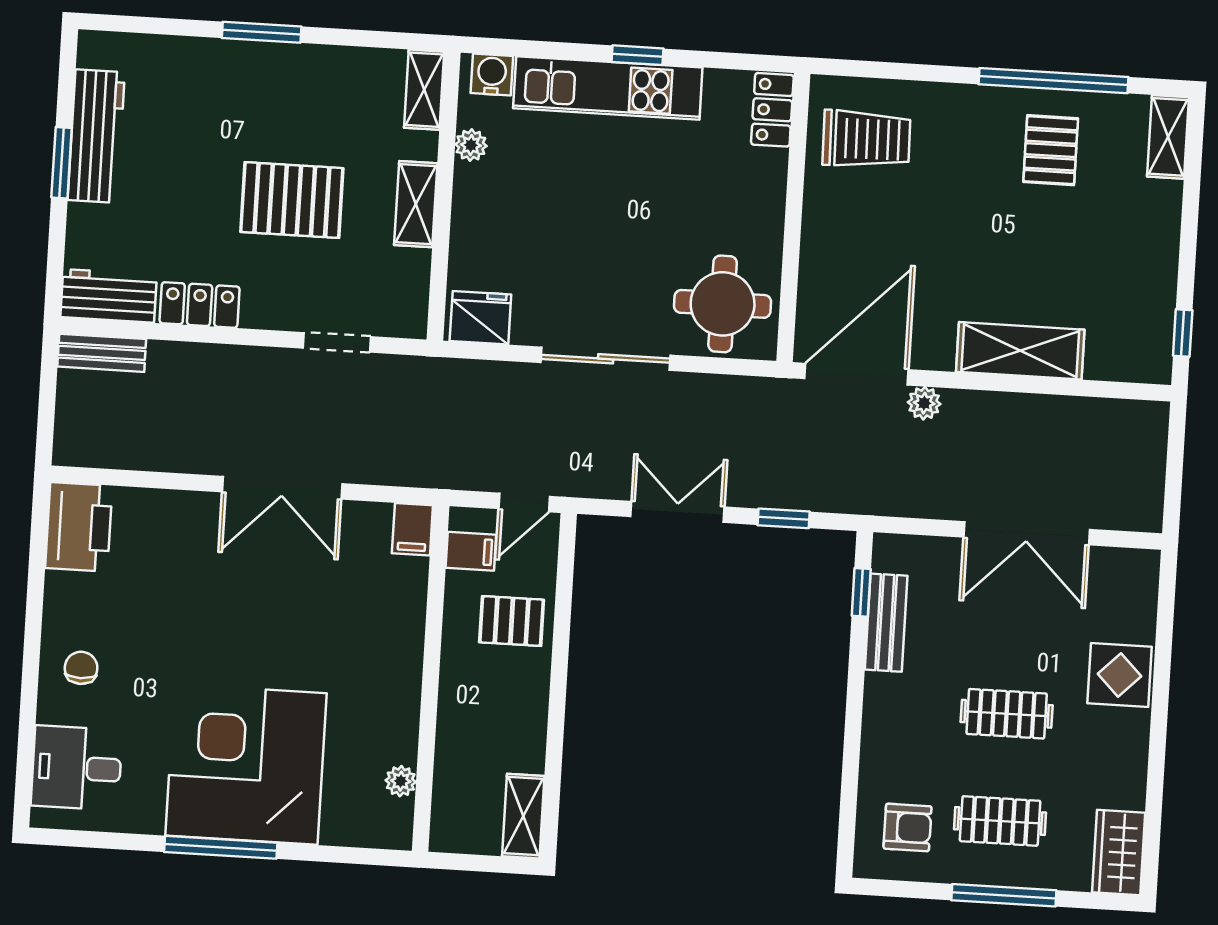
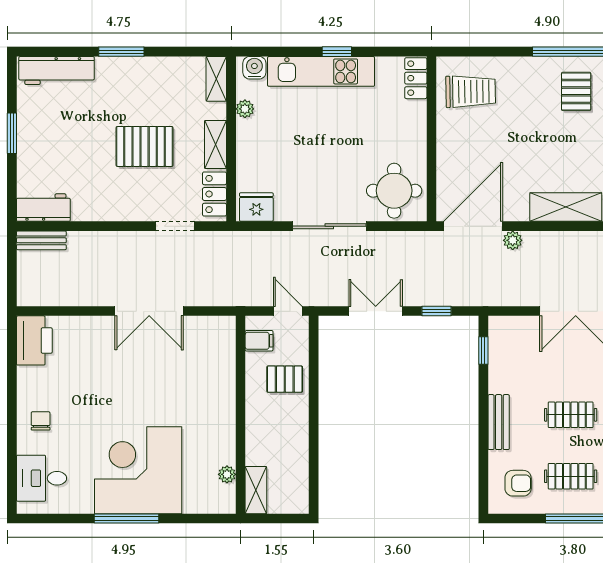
workbench: (96, 136) -> (57, 71), moved, turned 90
locker: (200, 305) -> (214, 194), moved, turned -90
door: (524, 502) -> (288, 311), swing flipped
filing cabinet: (412, 529) -> (225, 330), removed
bench: (886, 623) -> (499, 422), moved
shelving: (523, 816) -> (256, 490), moved

